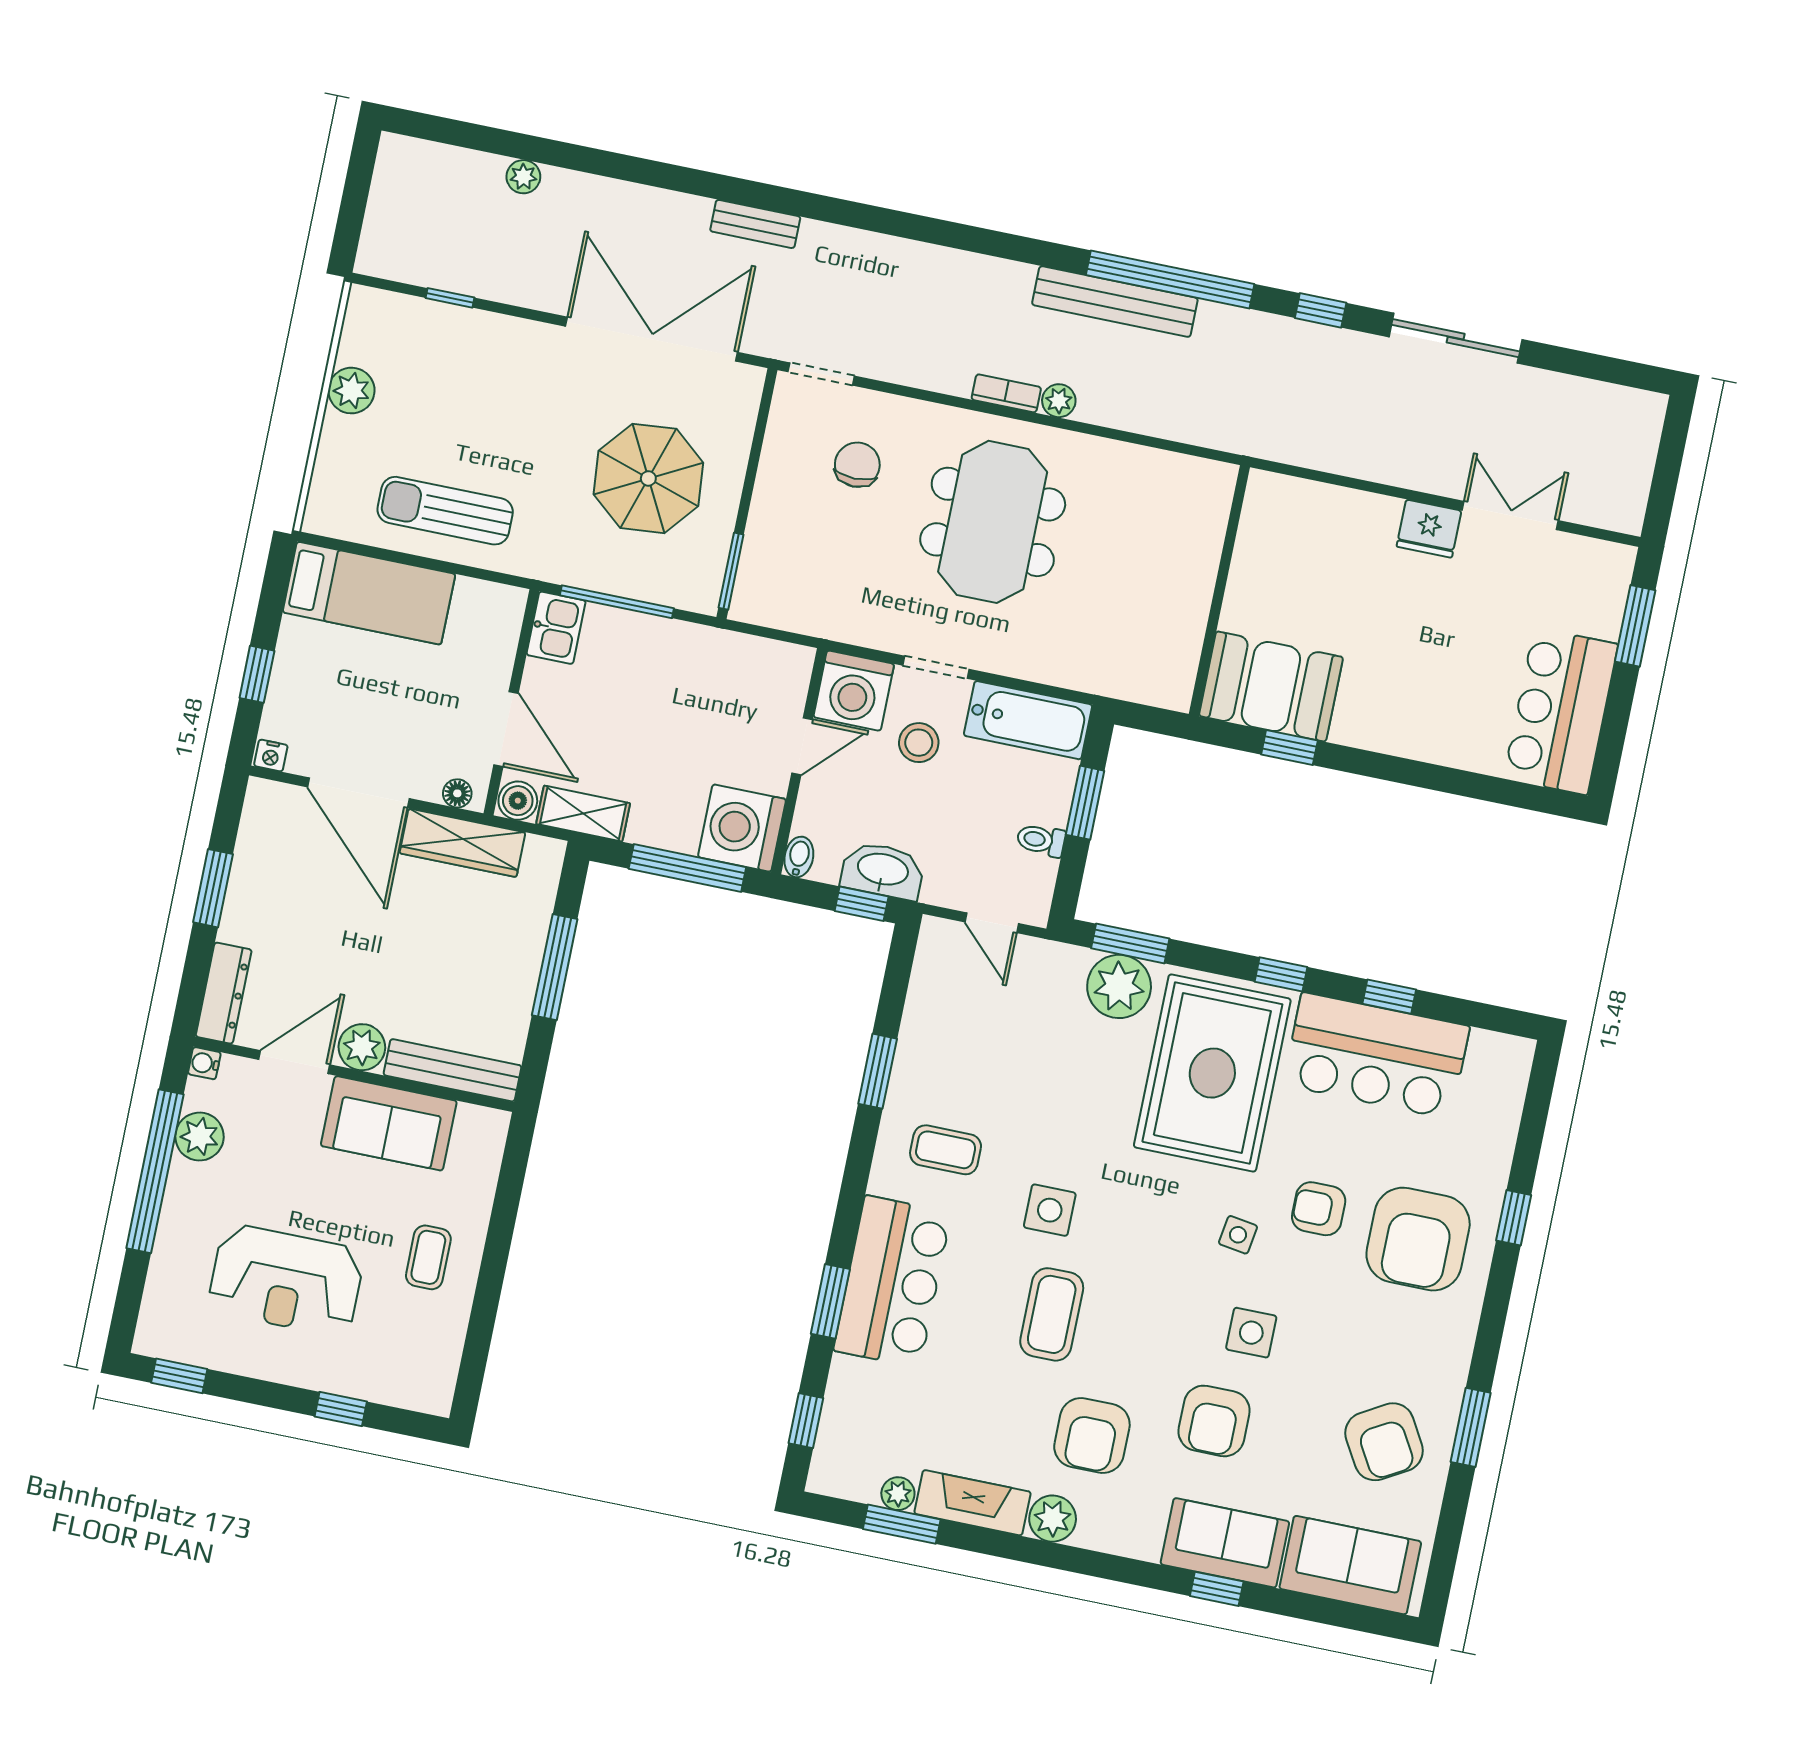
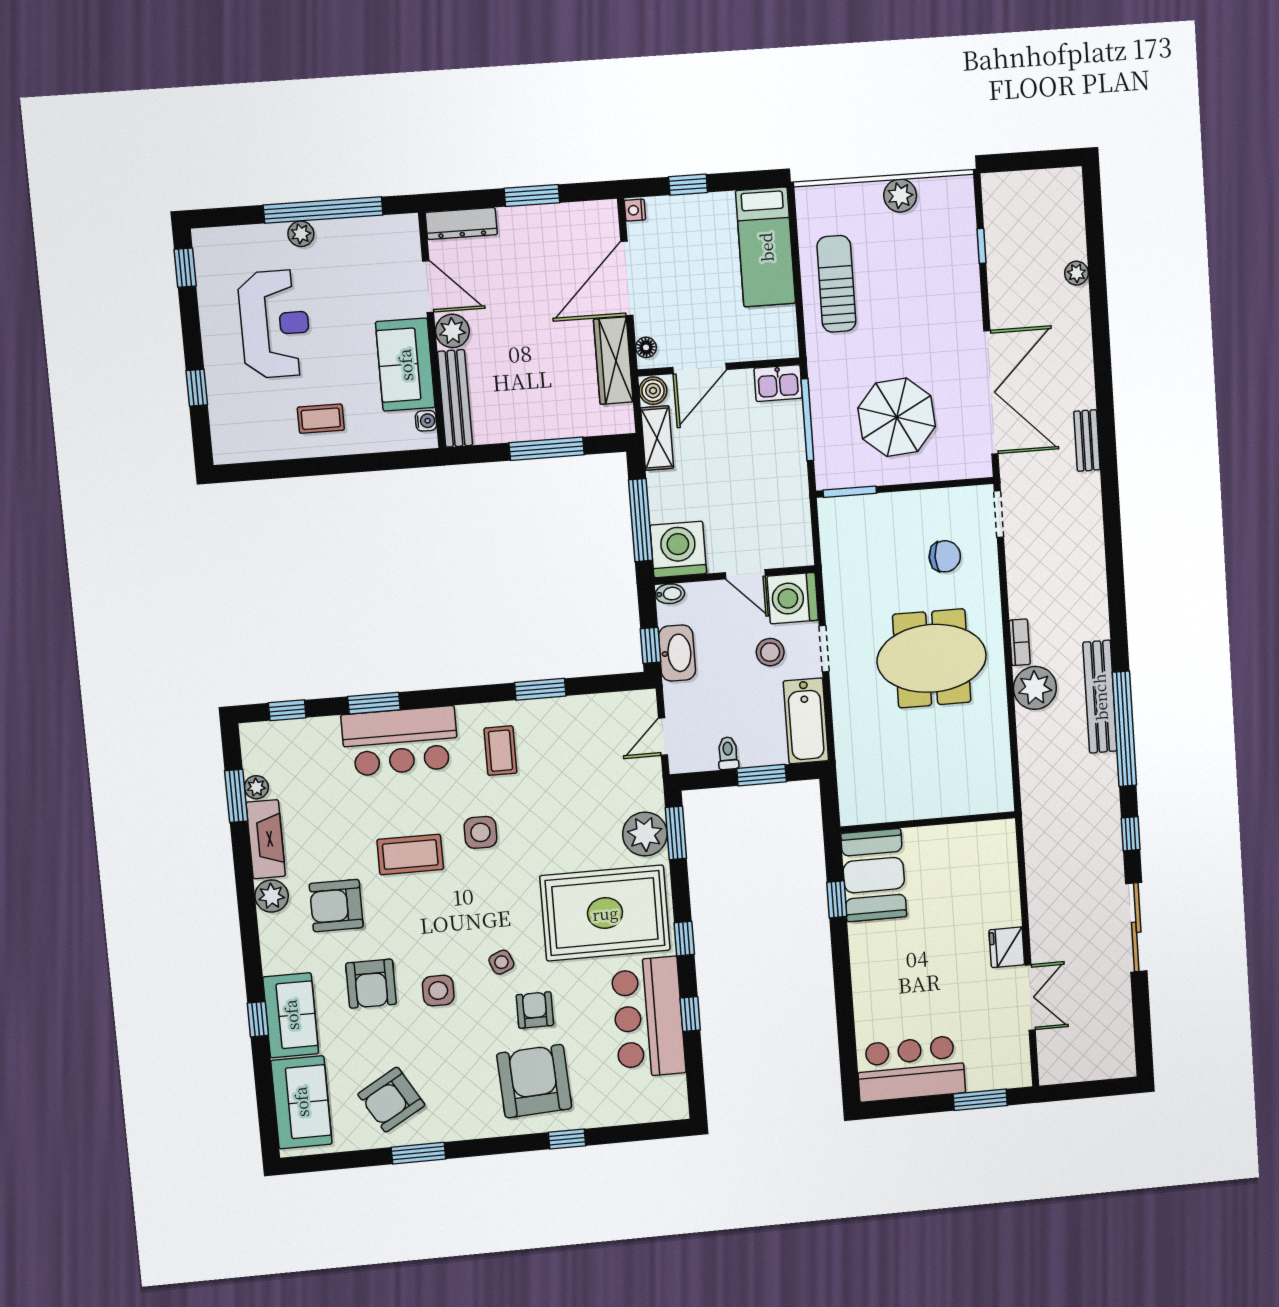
plant: (1059, 401) -> (1035, 688), width x1.88, depth x1.88
water cooler: (204, 1063) -> (426, 421), moved, turned 90
plant: (199, 1137) -> (301, 234), moved, width x0.73, depth x0.73
side table: (1238, 1235) -> (501, 962), turned -32
armchair: (1418, 1239) -> (534, 1081), turned 87
reception desk: (286, 1280) -> (275, 324), turned 180
armchair: (1214, 1421) -> (371, 984), turned -90

